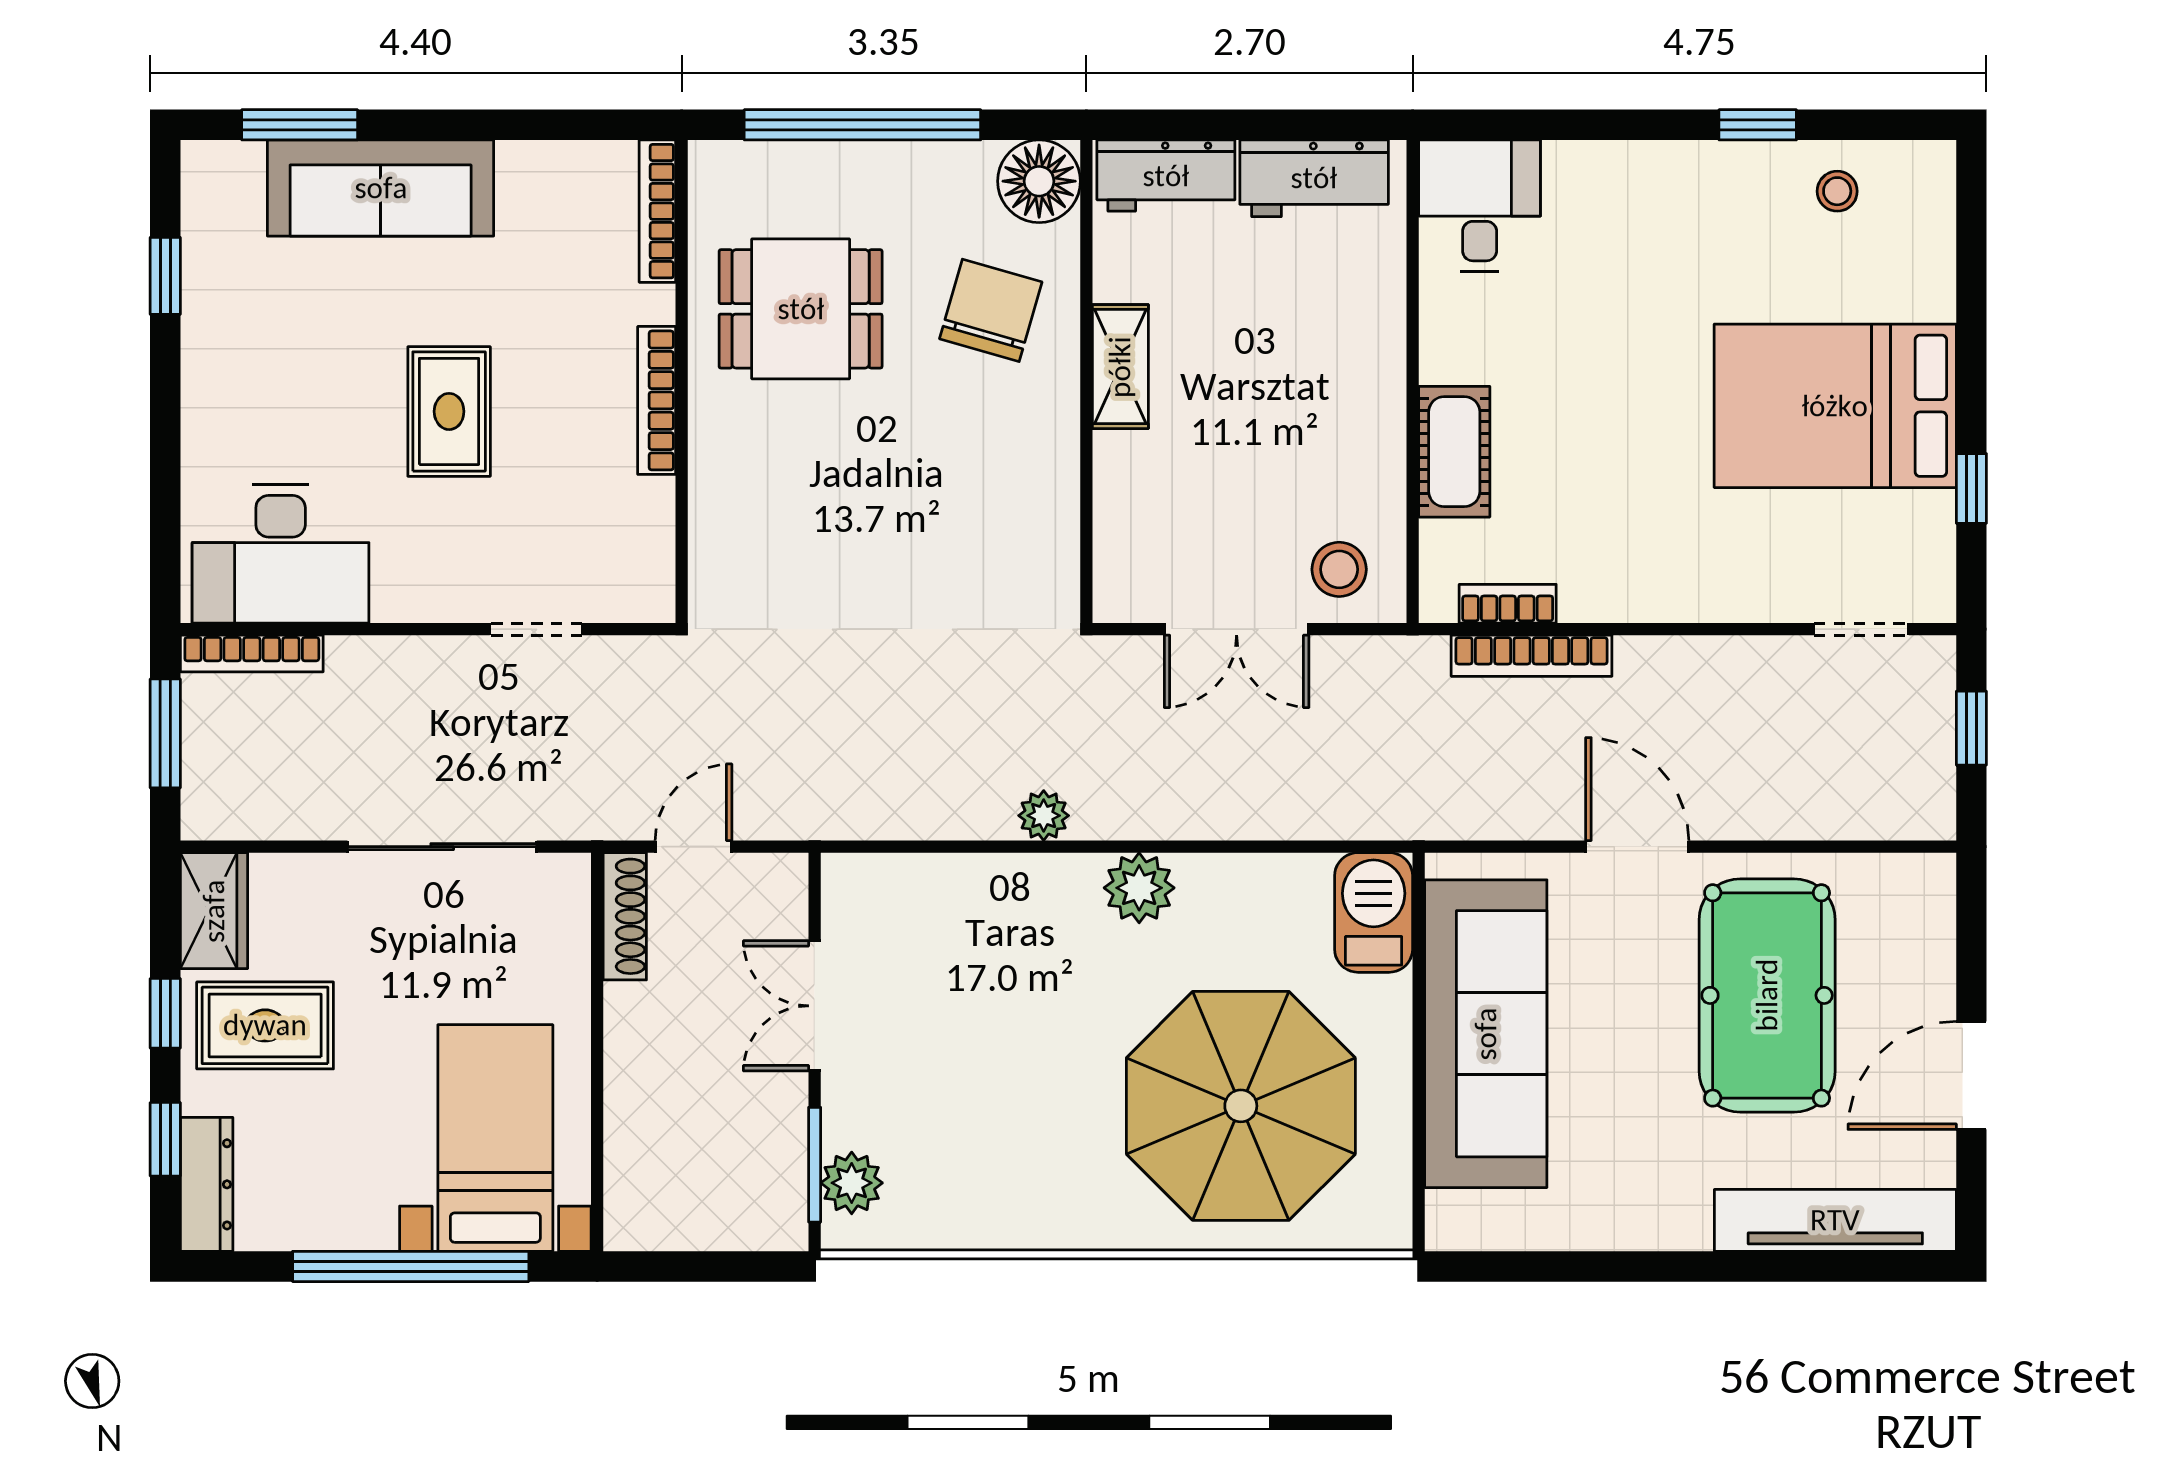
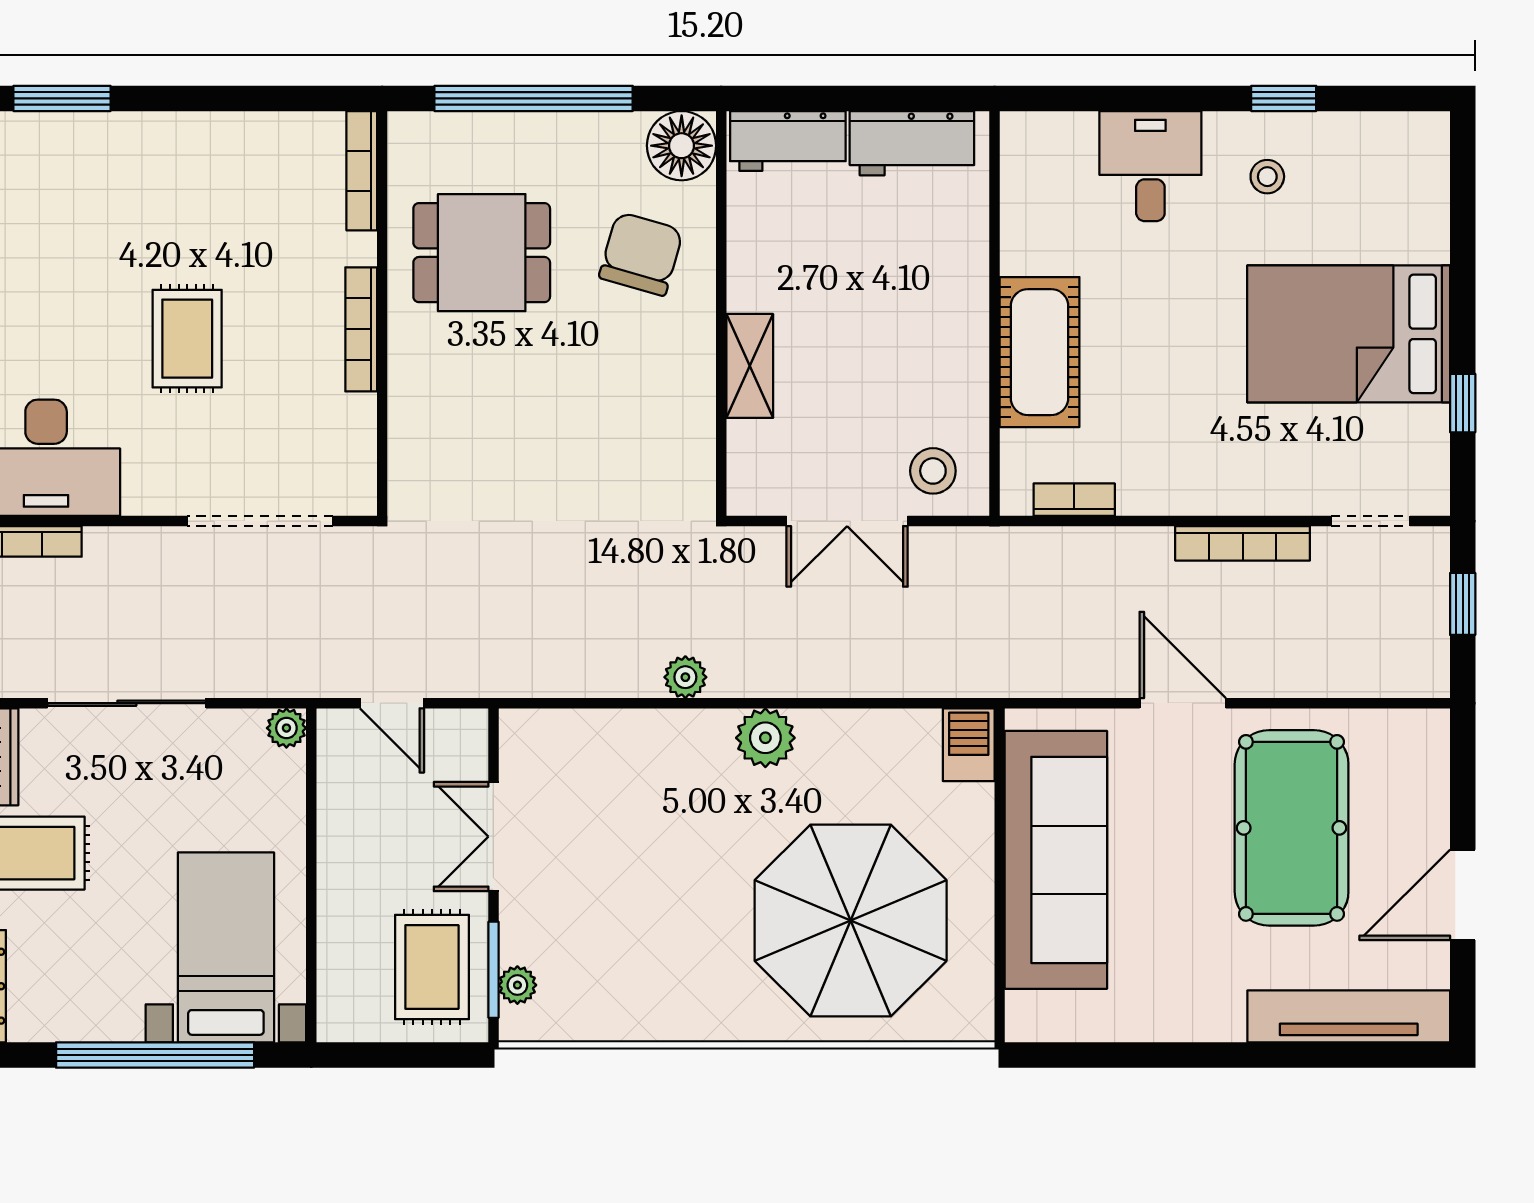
sofa: (381, 188) -> (130, 151), removed
stool: (1837, 191) -> (1267, 177), moved
desk: (1480, 206) -> (1150, 166), moved
shelving: (1120, 367) -> (750, 366), moved
cot: (1454, 452) -> (1039, 352), width x1.37, depth x1.34
doorway: (536, 629) -> (260, 521), width x1.88
bookcase: (1532, 656) -> (1243, 543), moved
sliding door: (442, 847) -> (127, 703), moved
door: (693, 847) -> (392, 703), swing flipped
plant: (568, 876) -> (286, 728), added
barbecue: (1374, 912) -> (969, 745), width x0.73, depth x0.79
shoe rack: (625, 916) -> (334, 762), removed
rug: (741, 1161) -> (432, 967), added
plant: (852, 1183) -> (517, 985), width x0.73, depth x0.73

